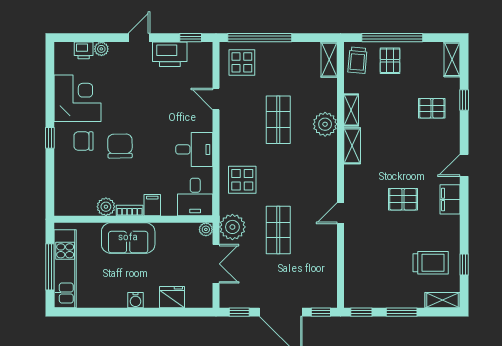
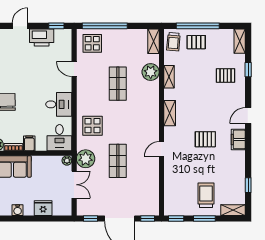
pallet: (390, 61) -> (196, 42), turned 90
plant: (325, 124) -> (151, 72), moved
shelving: (352, 146) -> (170, 113), moved
trolley: (431, 263) -> (206, 195), moved, turned -90

